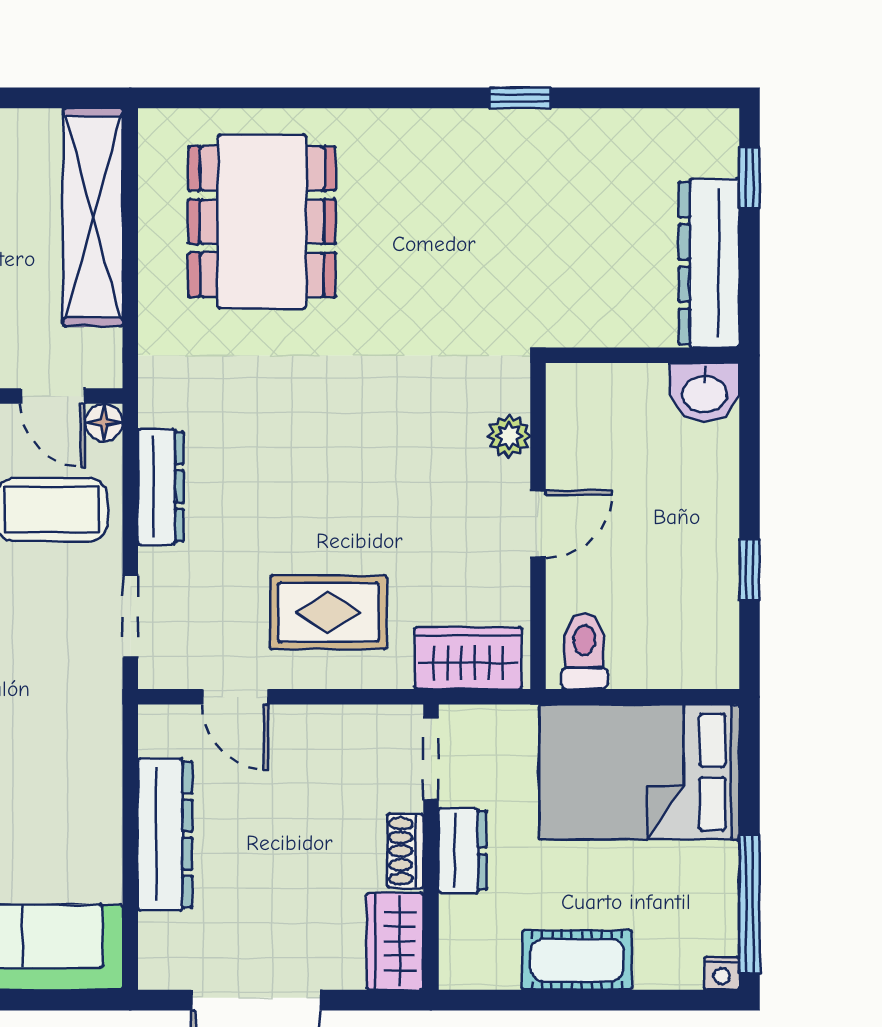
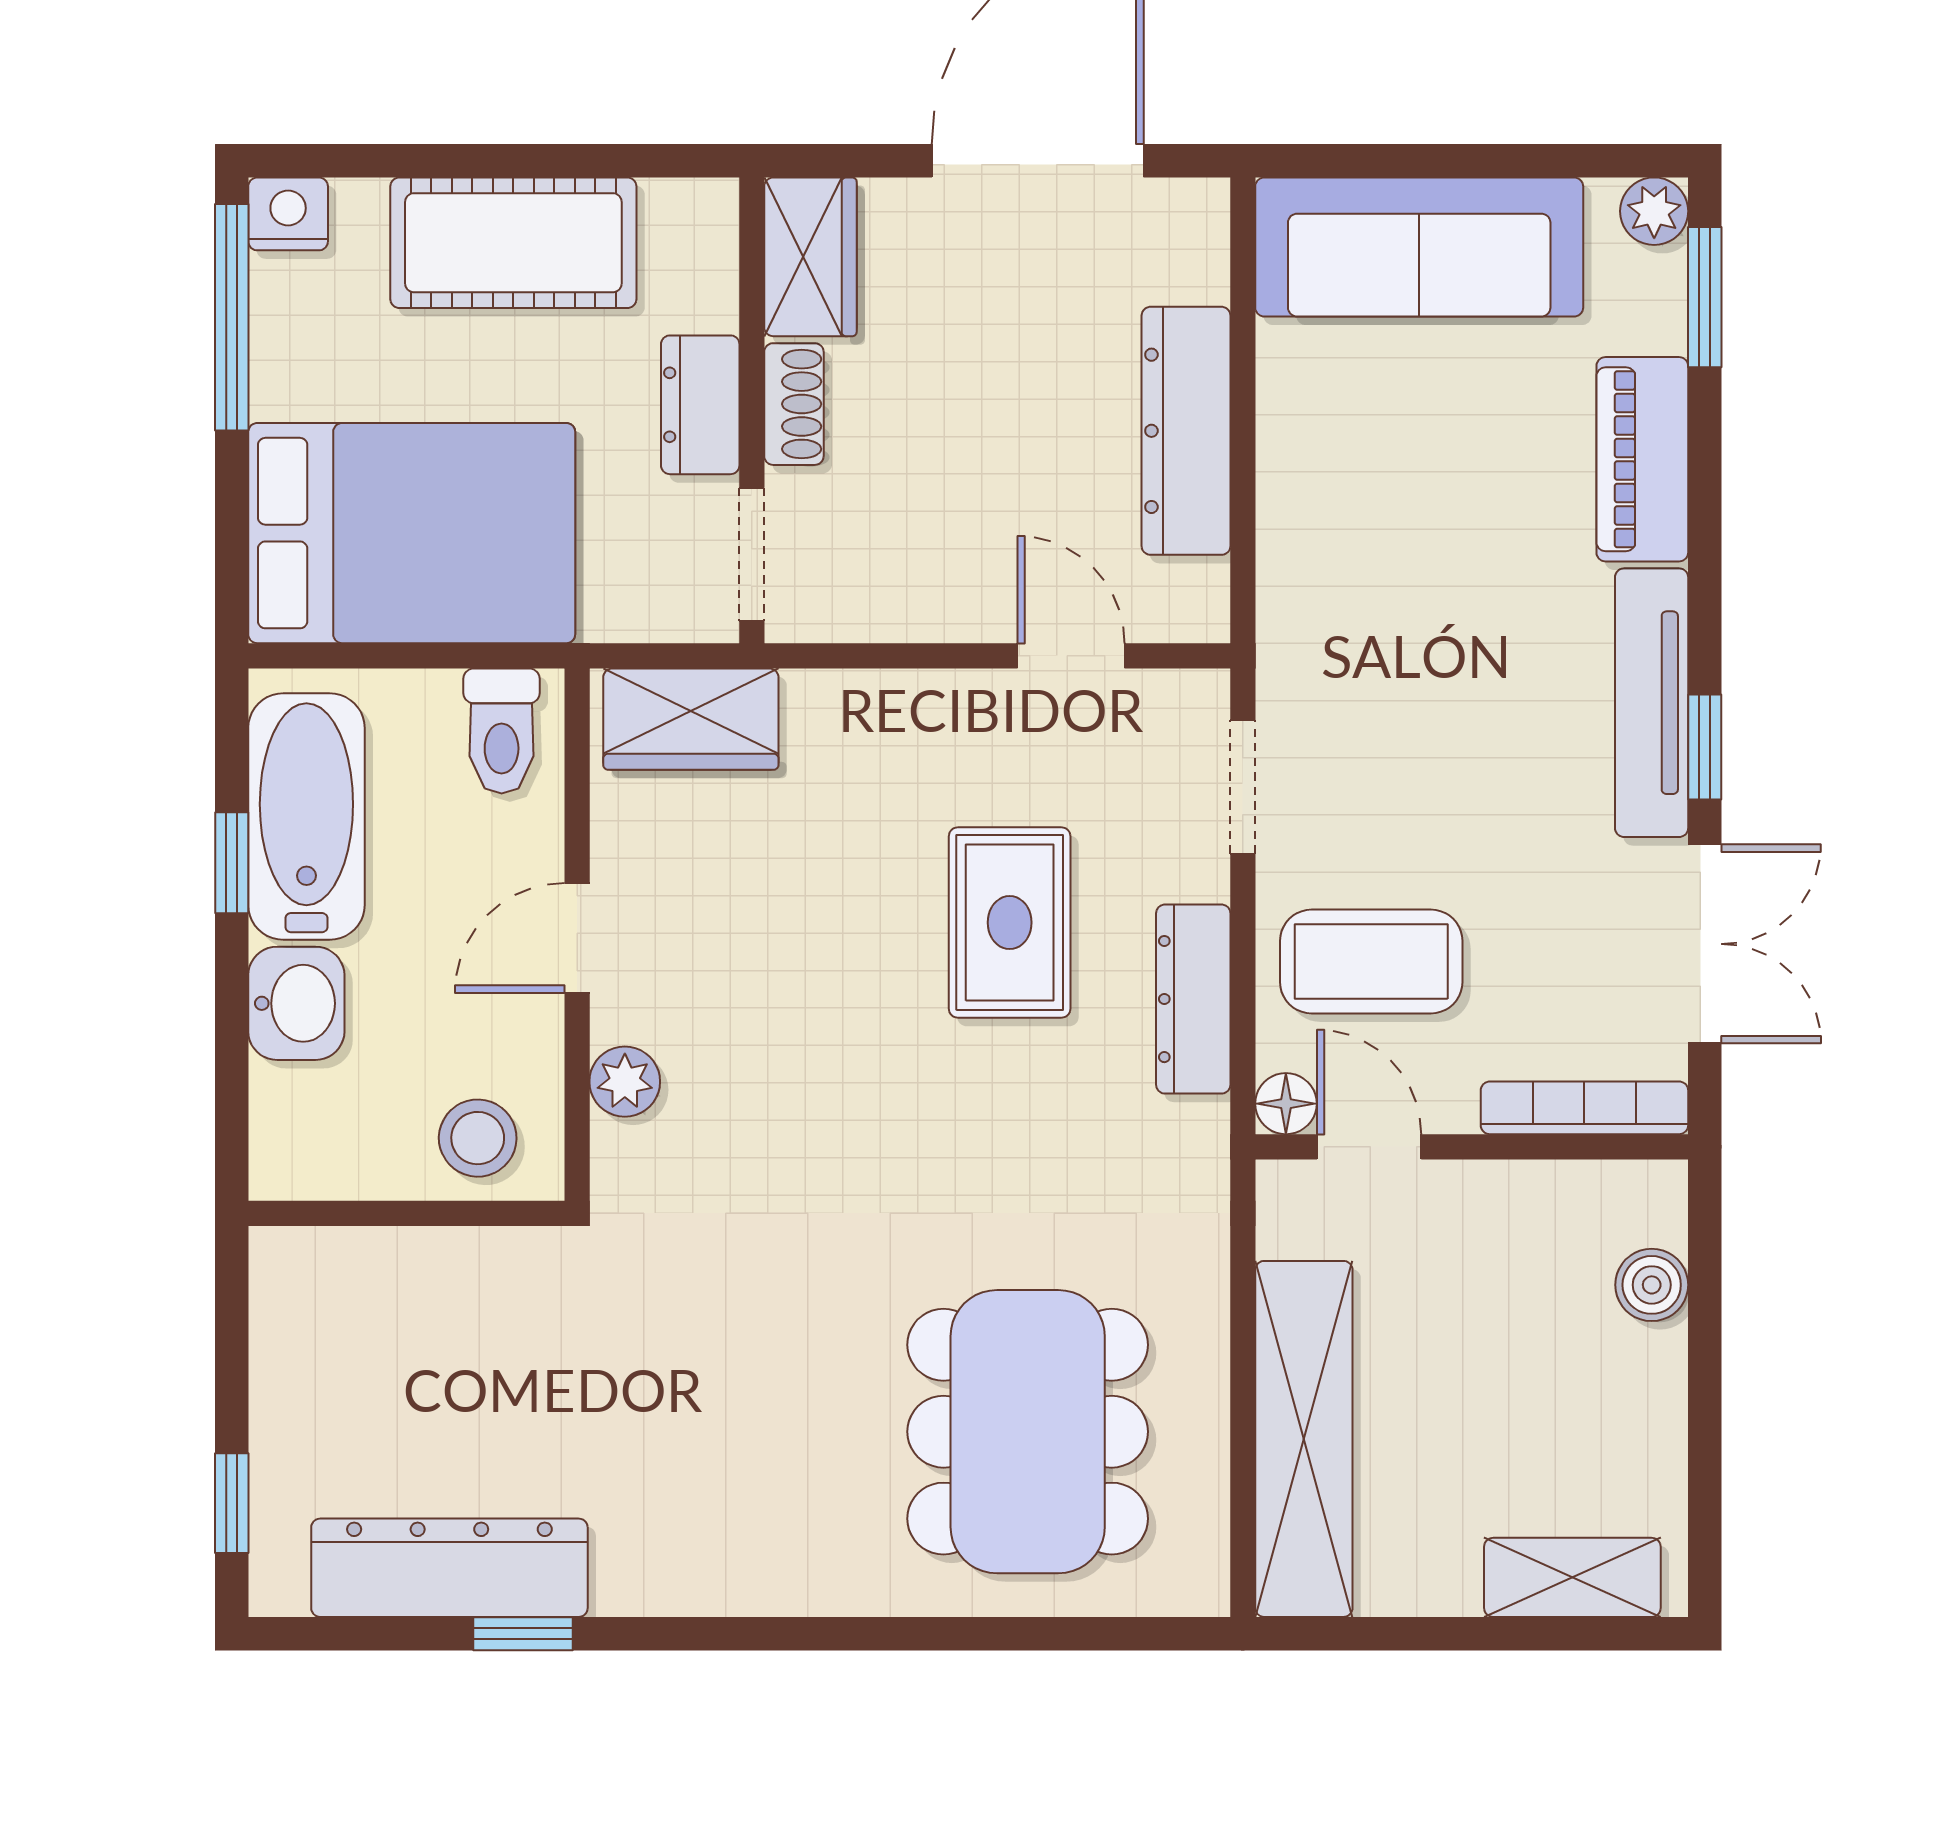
window: (520, 98) -> (523, 1634), moved
dresser: (709, 263) -> (449, 1568), moved, turned -90
washbasin: (705, 392) -> (296, 1003), moved, turned 90
stool: (599, 401) -> (478, 1138), added
bathtub: (704, 598) -> (306, 817), added
rug: (328, 612) -> (1010, 923), moved, turned 90
cot: (577, 960) -> (513, 243), width x1.37, depth x1.34
nightstand: (722, 973) -> (288, 214), width x1.39, depth x1.35

